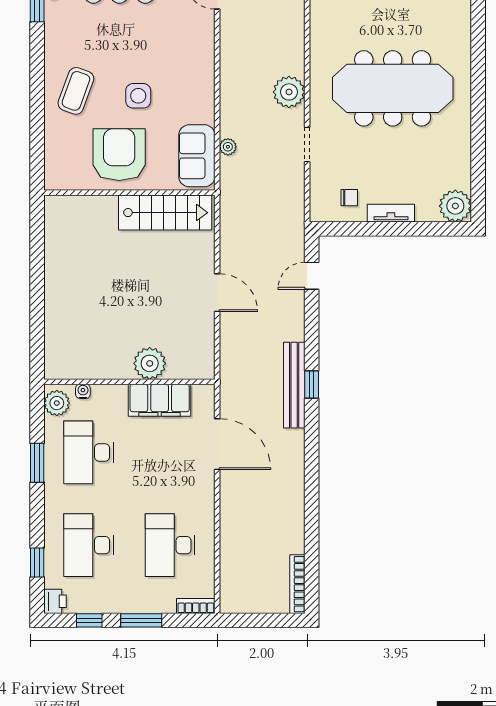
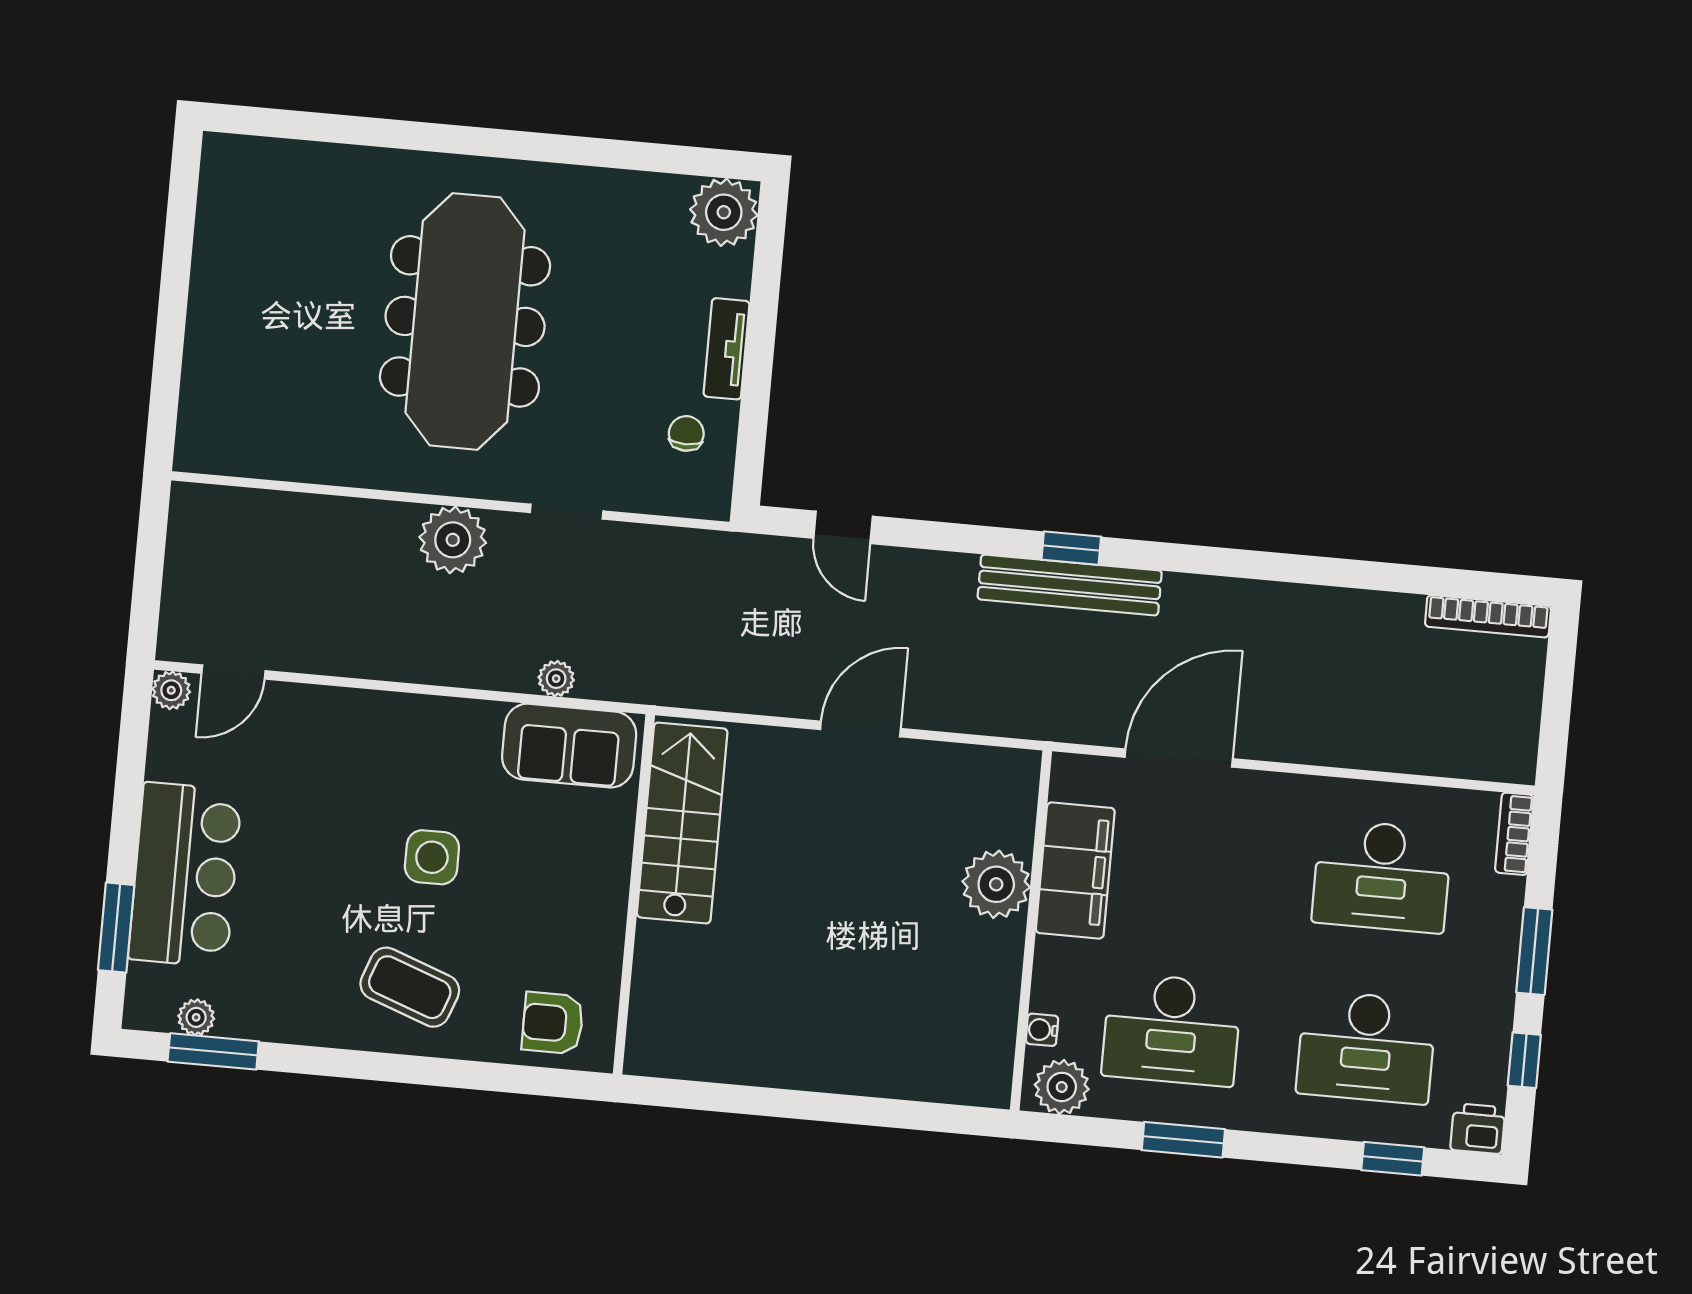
armchair: (119, 155) -> (553, 1023), moved, width x0.53, depth x0.53

